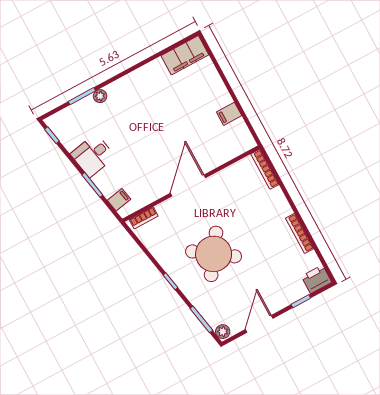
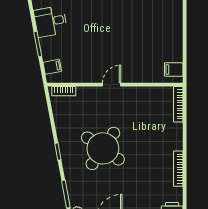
filing cabinet: (229, 114) -> (174, 69), moved
door: (188, 186) -> (112, 85), width x0.53

